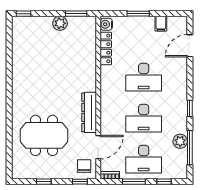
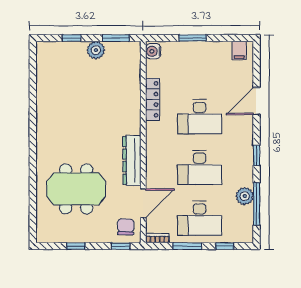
window: (23, 14) -> (72, 38), moved
filing cabinet: (161, 24) -> (239, 51), moved
door: (190, 46) -> (257, 101), moved
locker: (106, 48) -> (153, 99), moved

